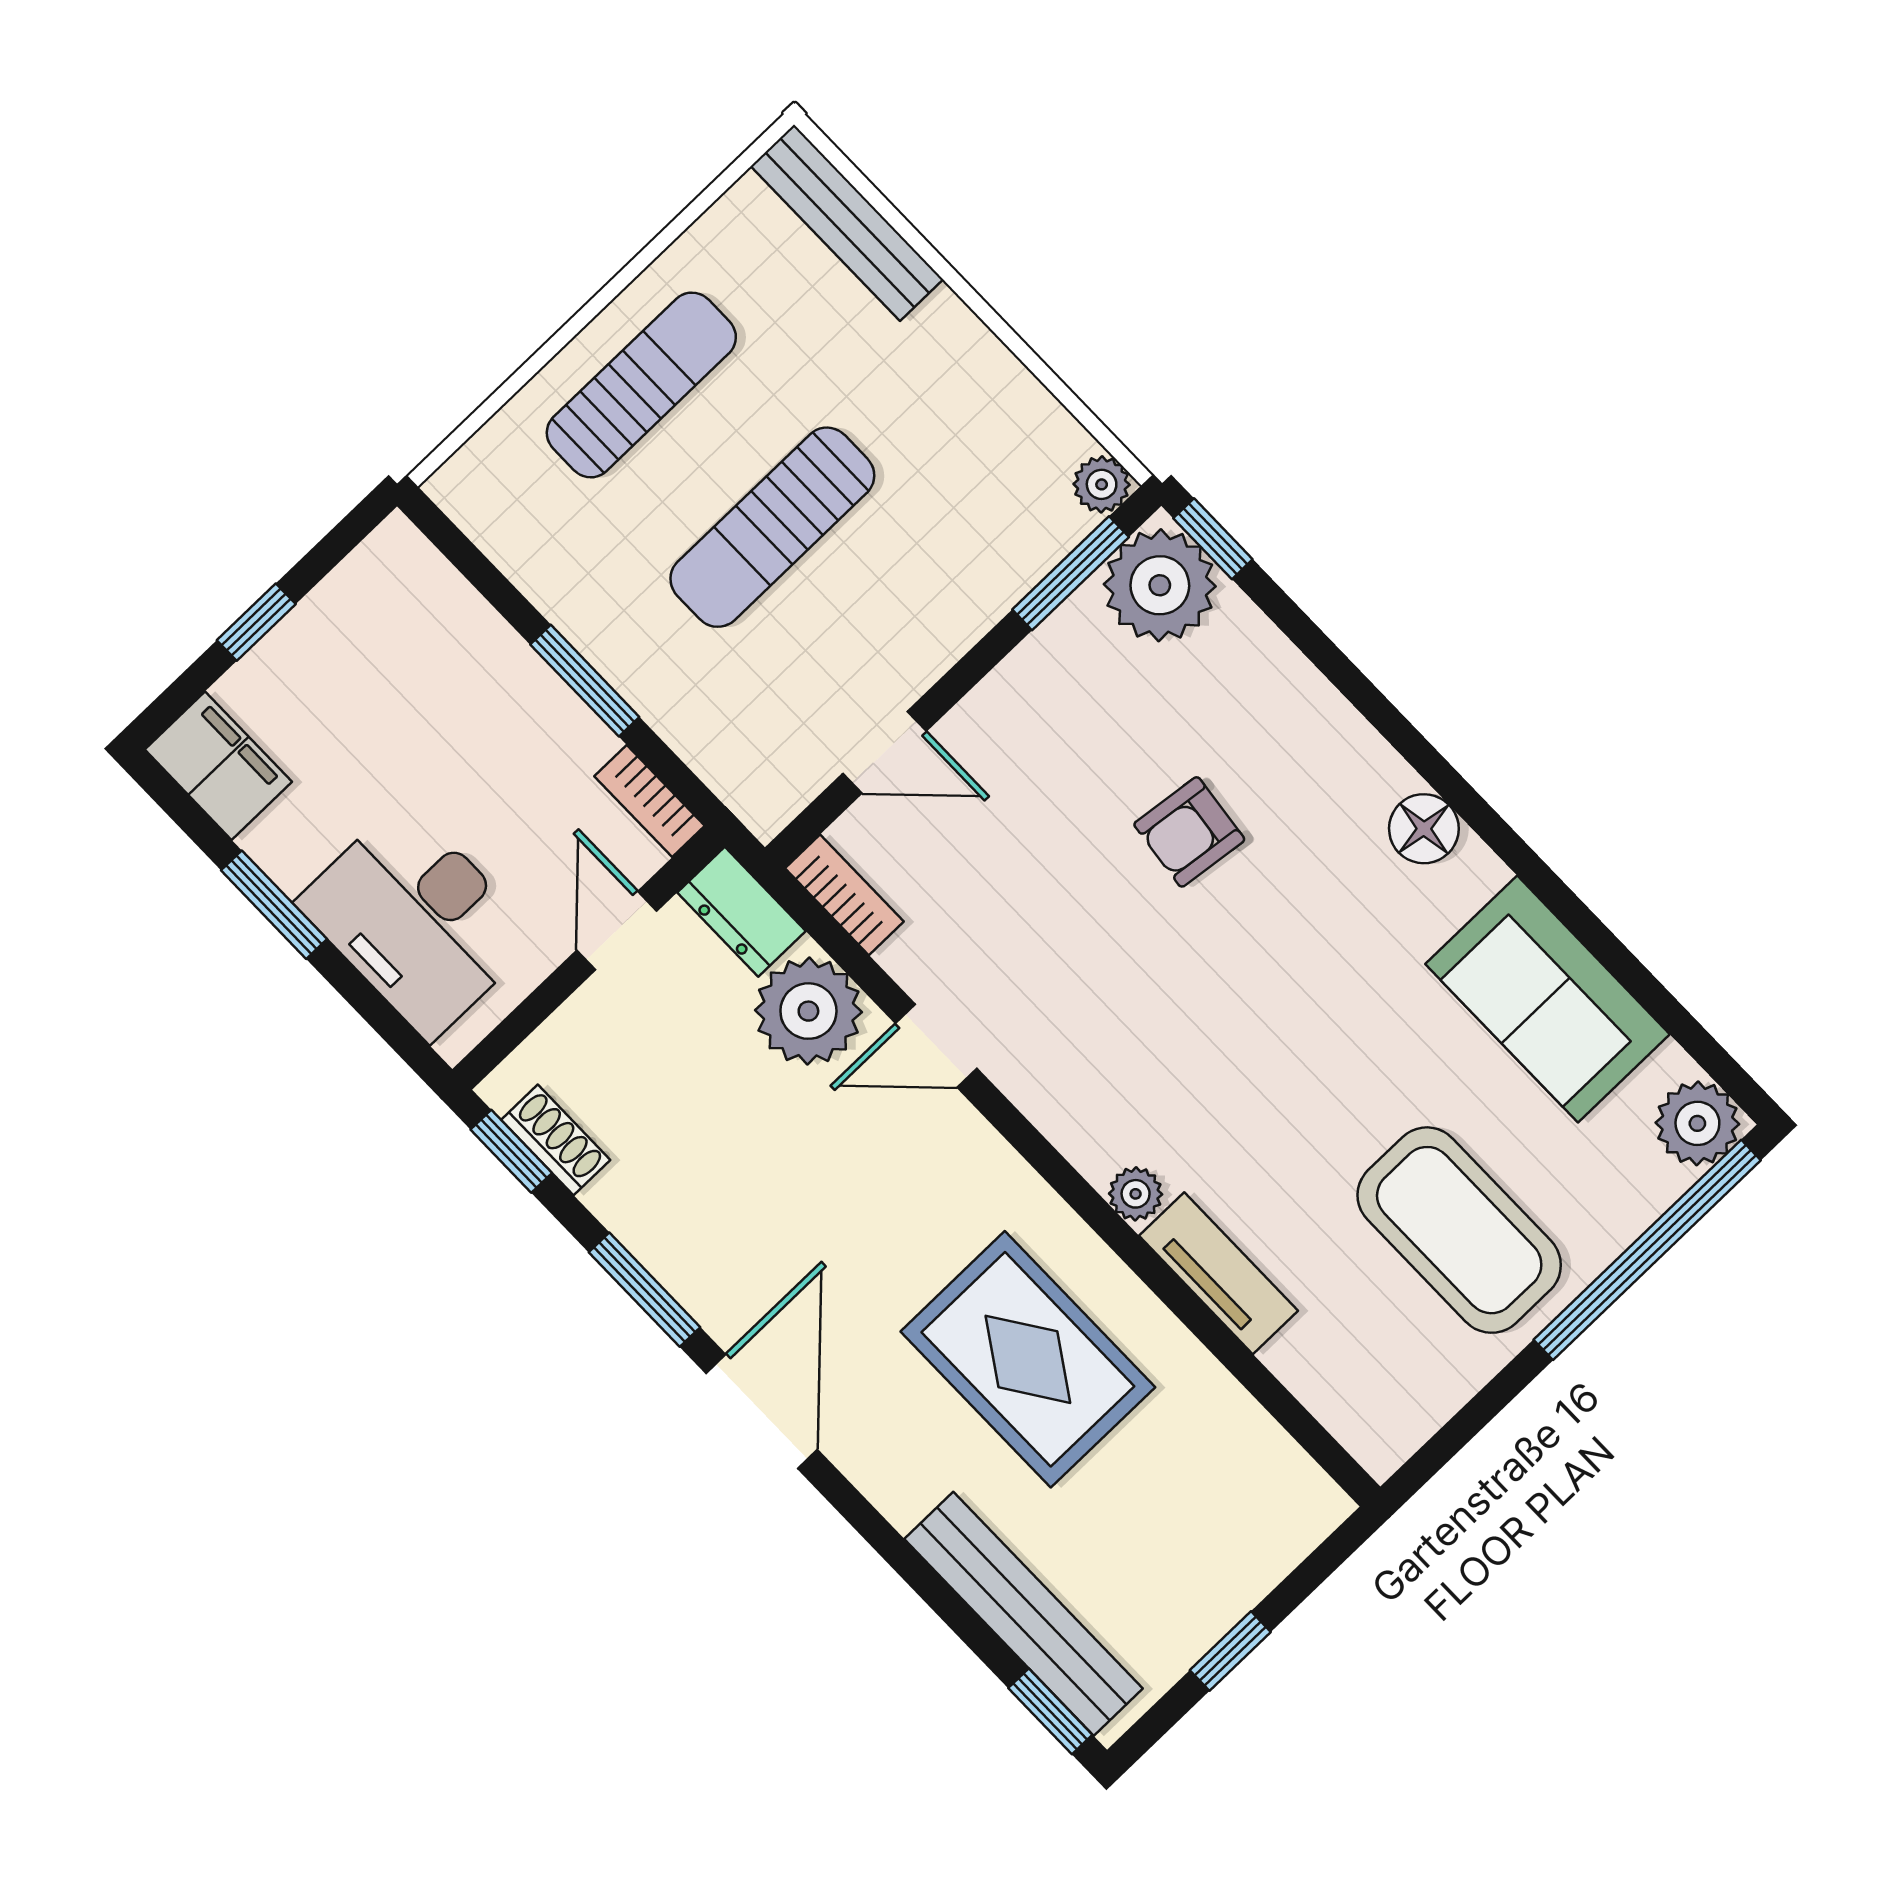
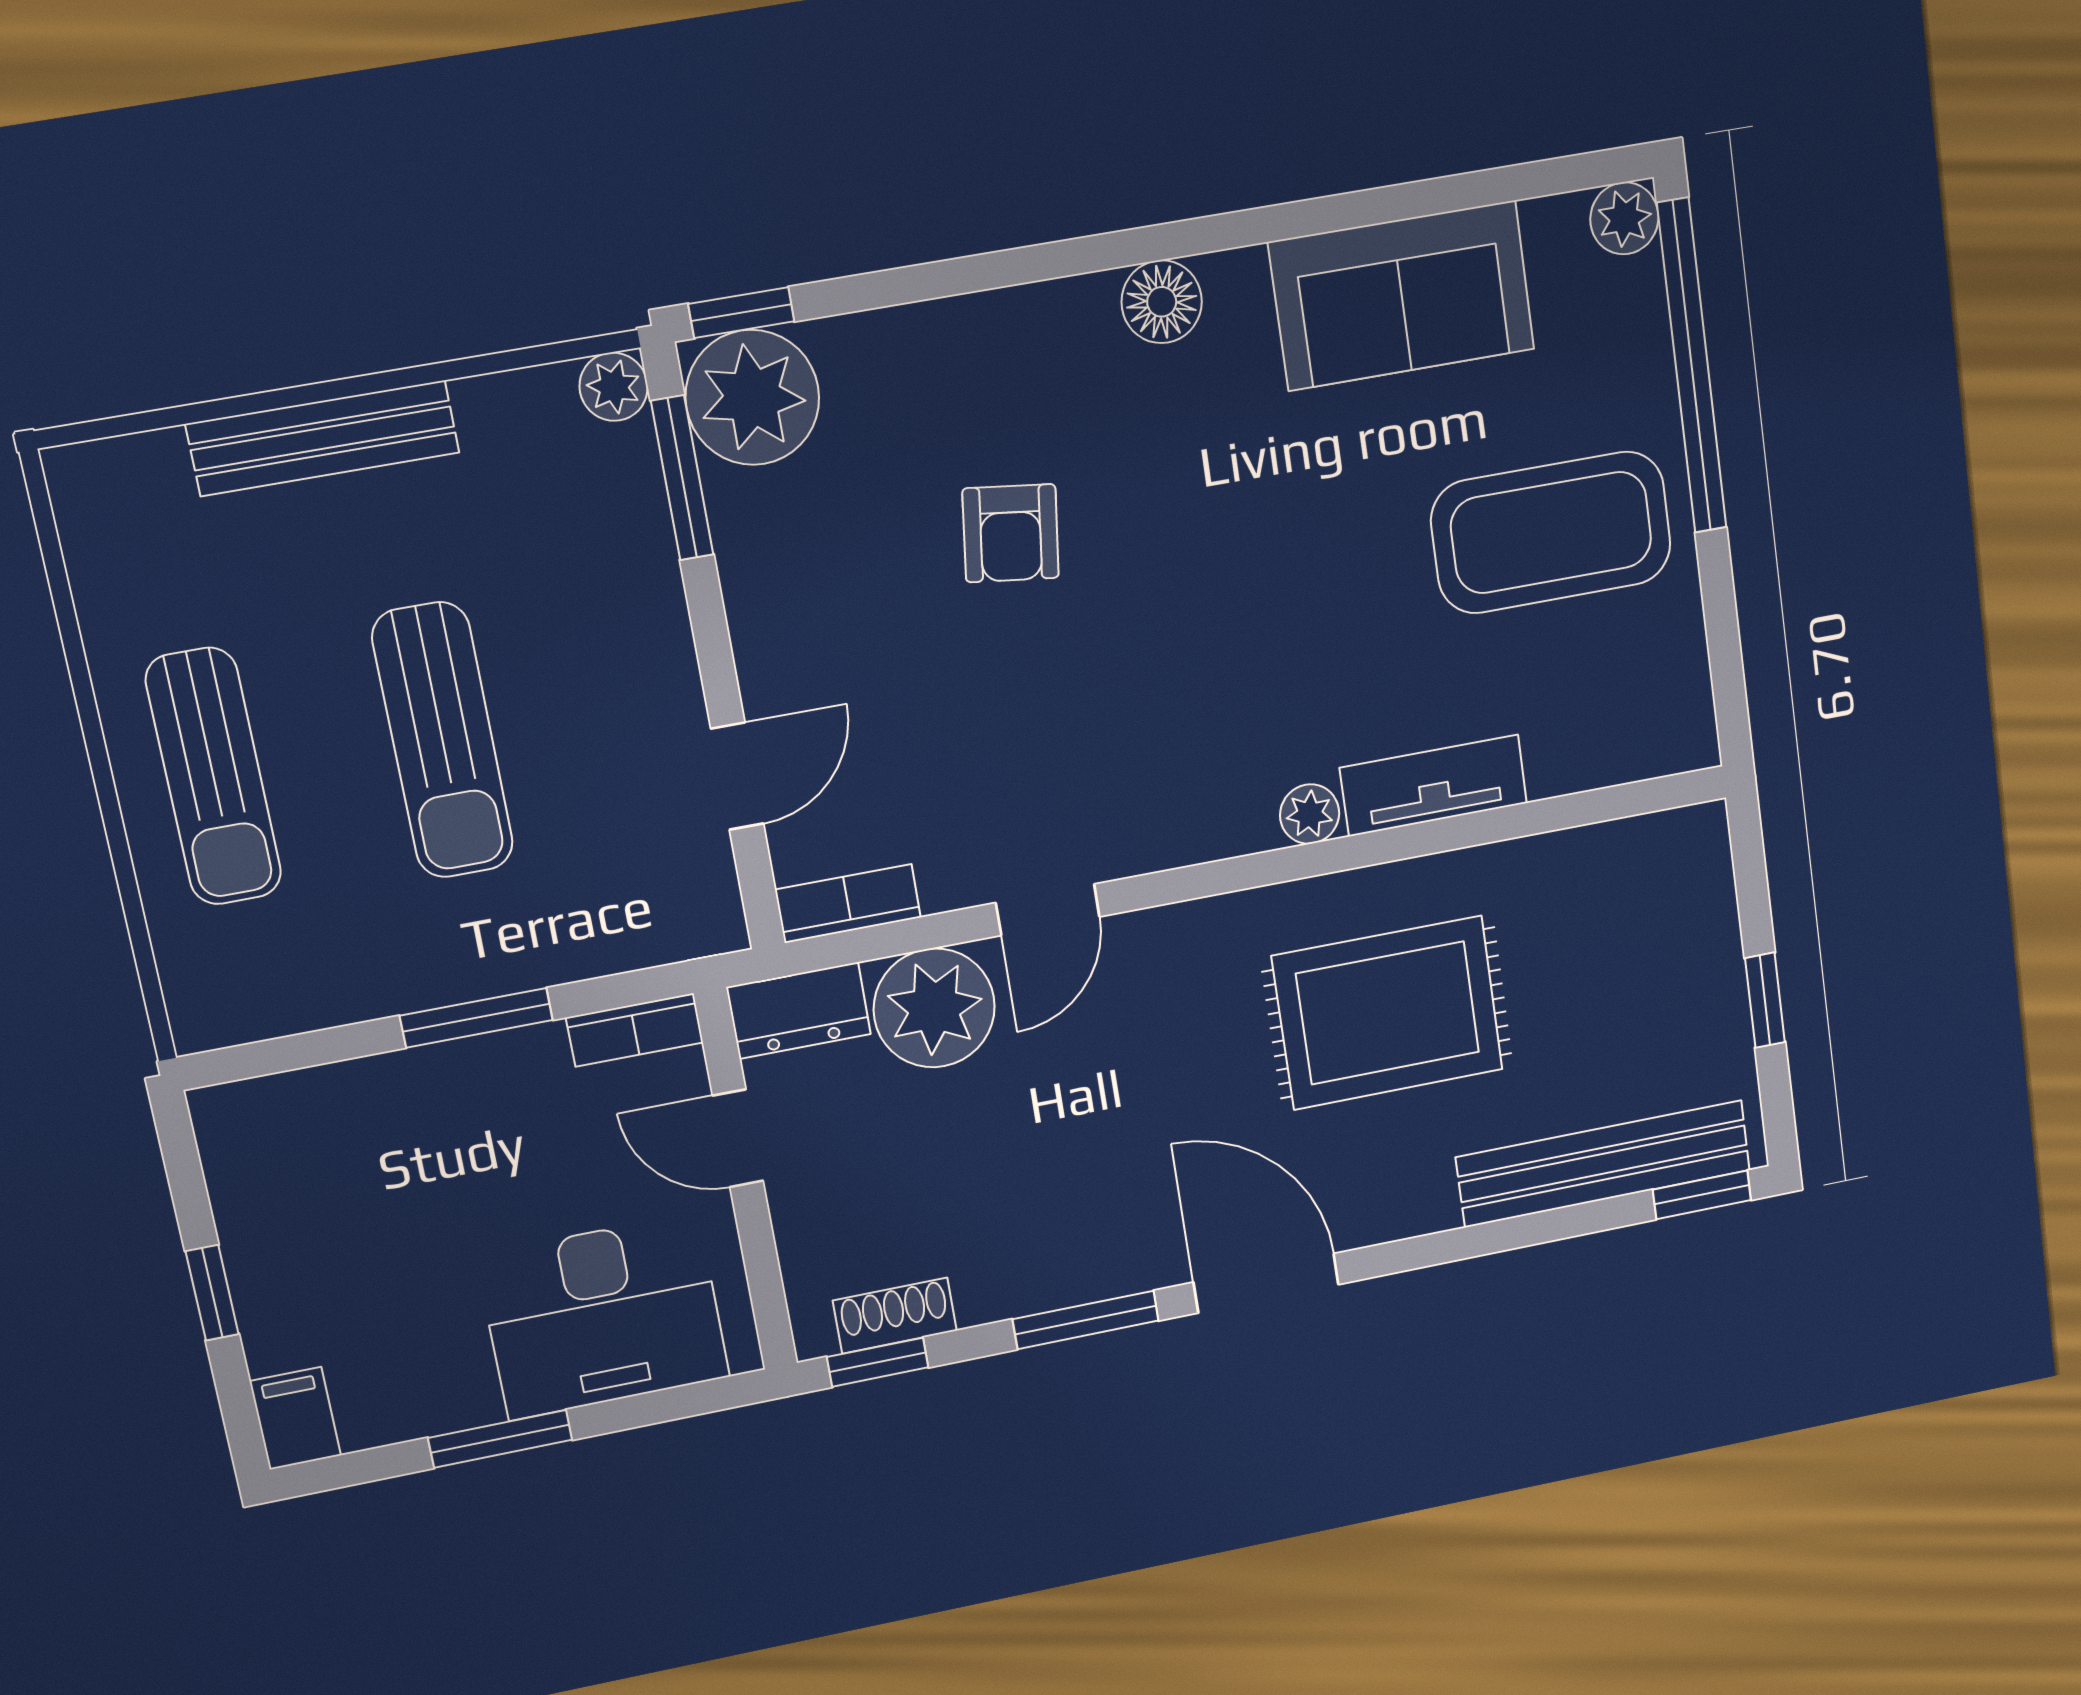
bench: (847, 223) -> (323, 438), moved
sun lounger: (641, 385) -> (214, 777), turned 180
filing cabinet: (218, 766) -> (295, 1418), width x0.50
plant: (1697, 1123) -> (1624, 218), width x0.73, depth x0.73

